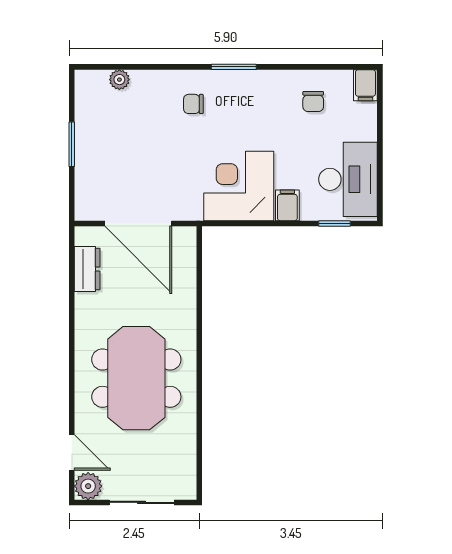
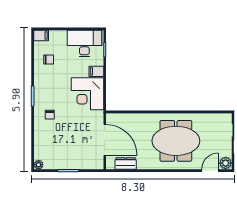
plant: (119, 80) -> (39, 165), moved
door: (138, 224) -> (105, 140), hinge flipped

